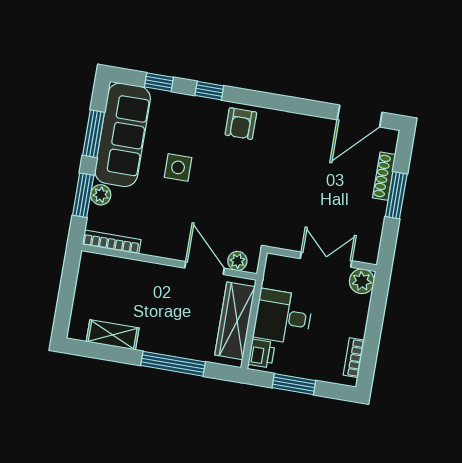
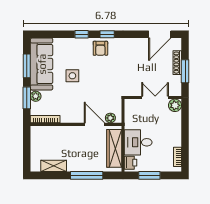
window: (159, 82) -> (107, 34), moved
wall: (322, 259) -> (153, 97), moved
double door: (326, 260) -> (155, 97), moved
plant: (362, 281) -> (175, 105), moved

